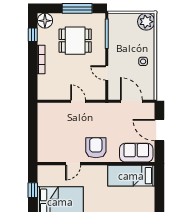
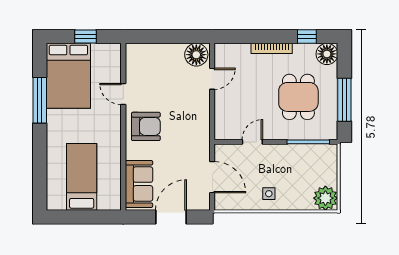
door: (78, 101) -> (212, 79), moved
door: (131, 101) -> (212, 177), hinge flipped
floor lamp: (45, 112) -> (196, 55), added
bed: (131, 176) -> (82, 177), moved

